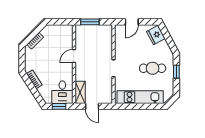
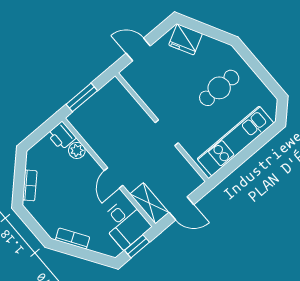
door: (132, 22) -> (138, 49), swing flipped
printer: (67, 31) -> (62, 136), added
plant: (68, 43) -> (77, 150), added
door: (74, 56) -> (114, 178), moved
window: (176, 72) -> (255, 65), removed

